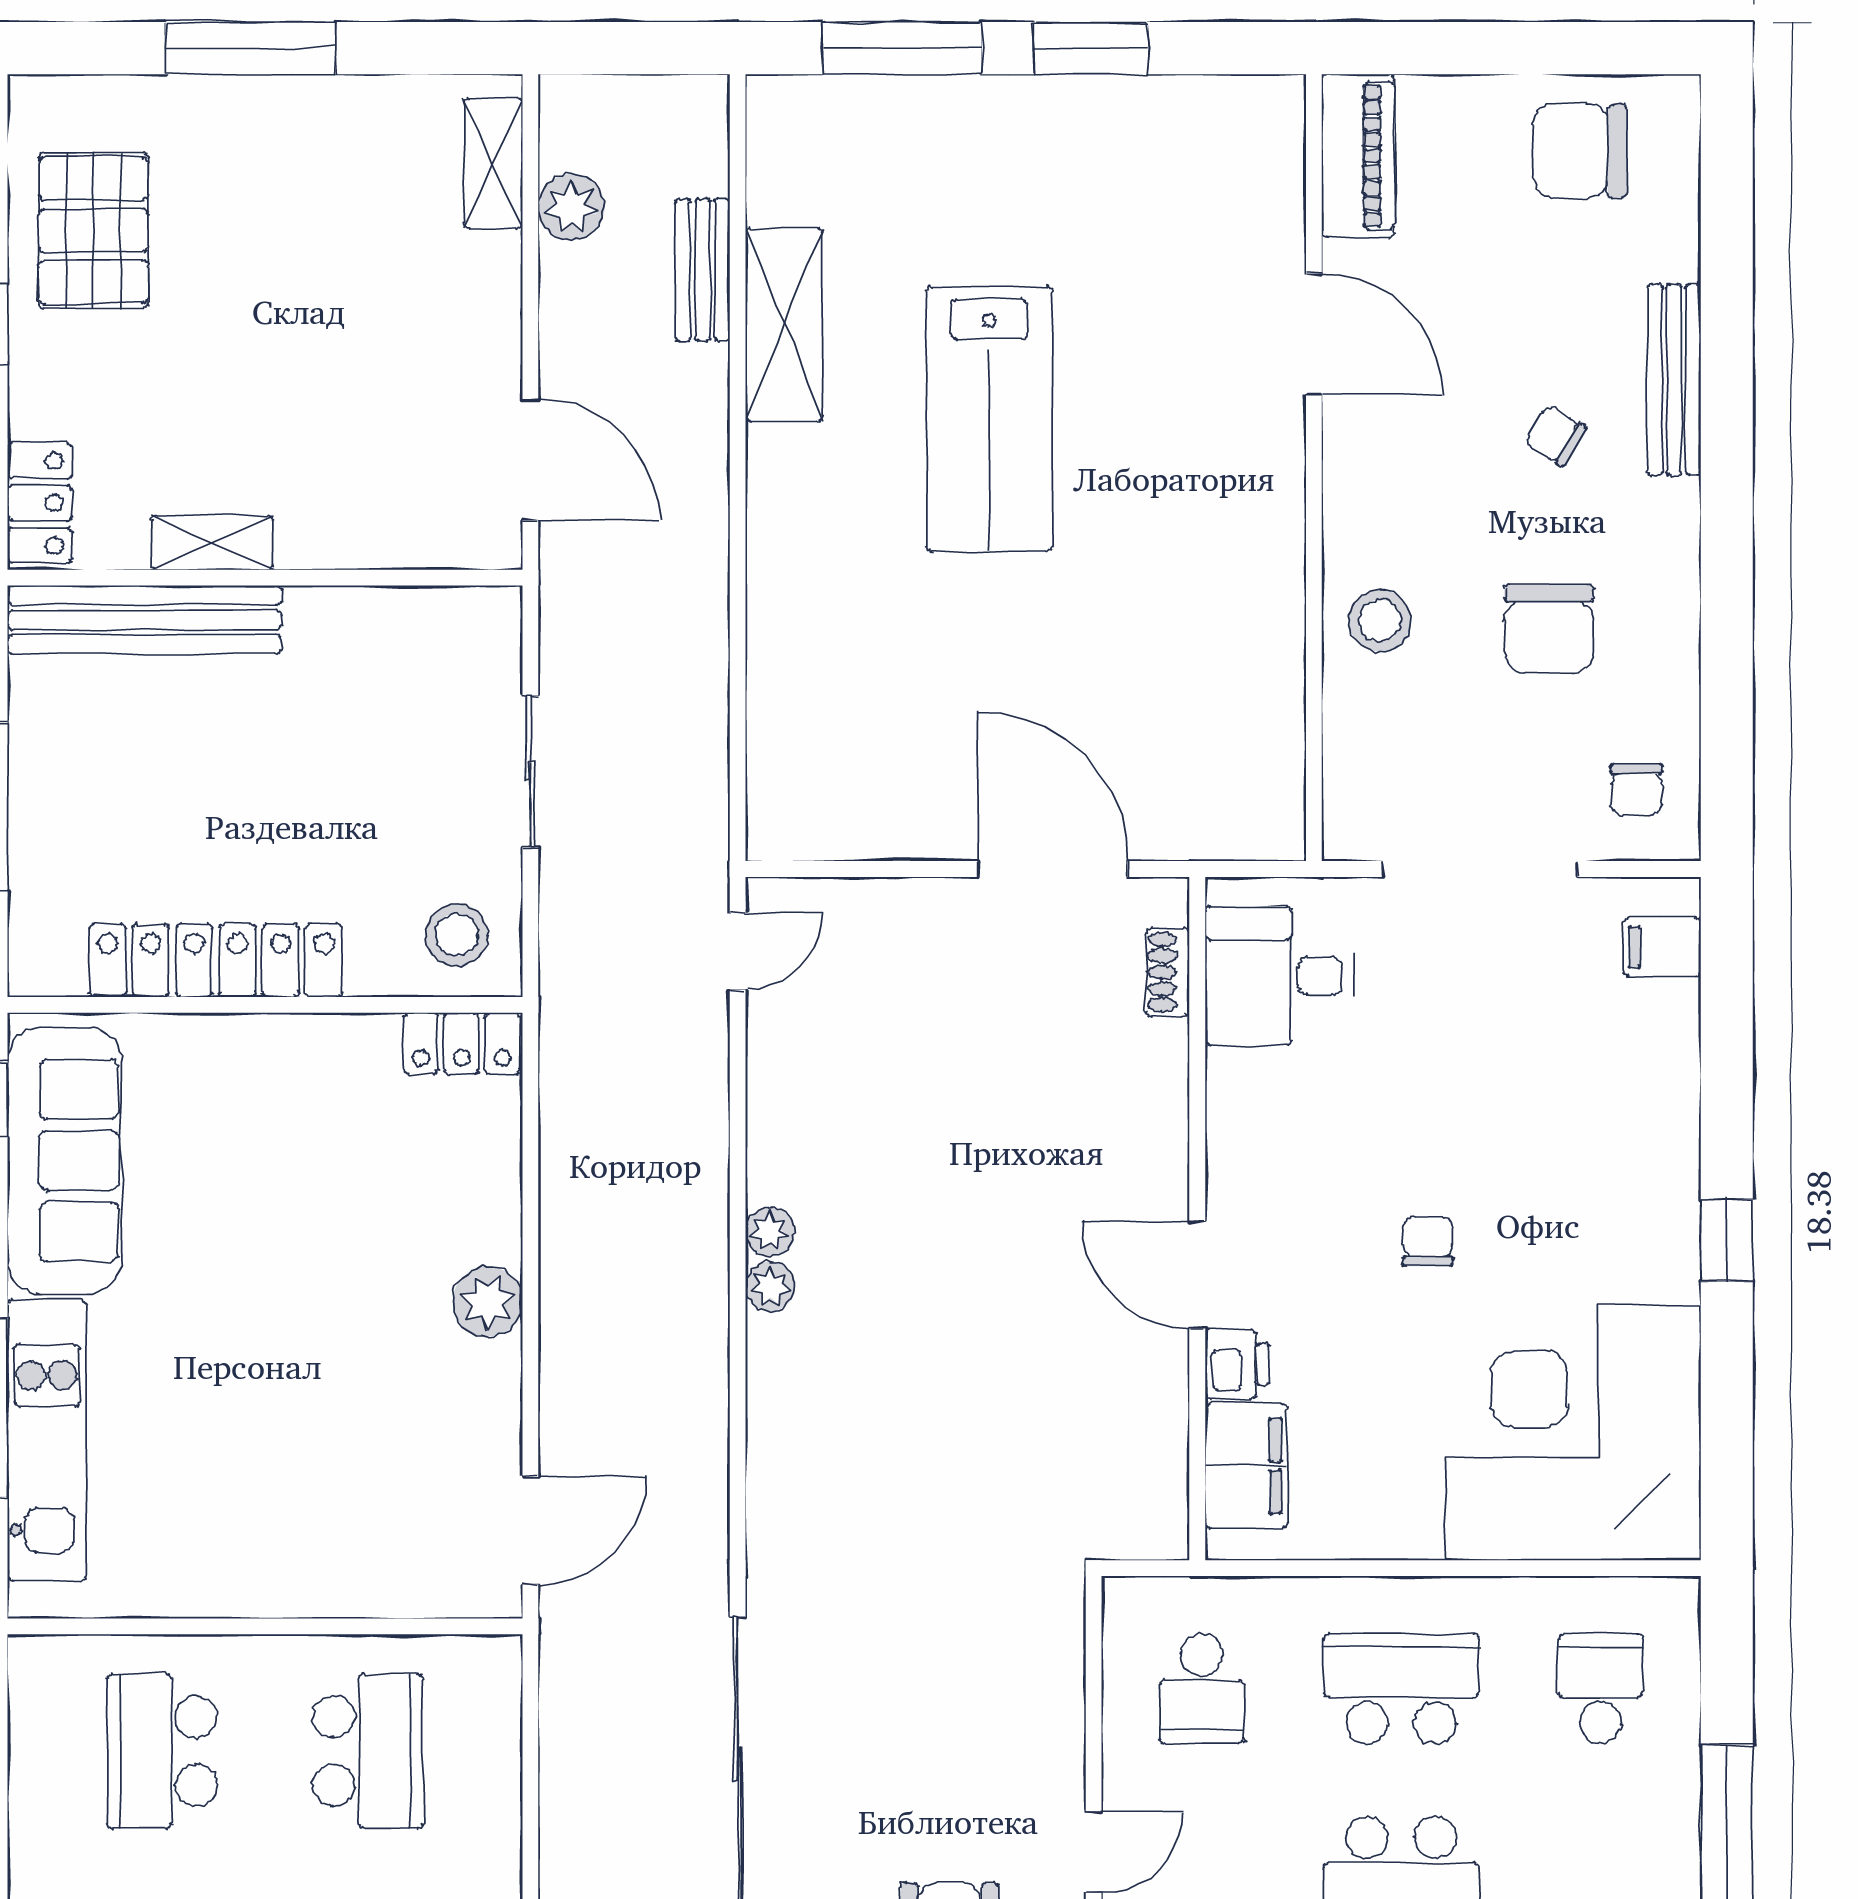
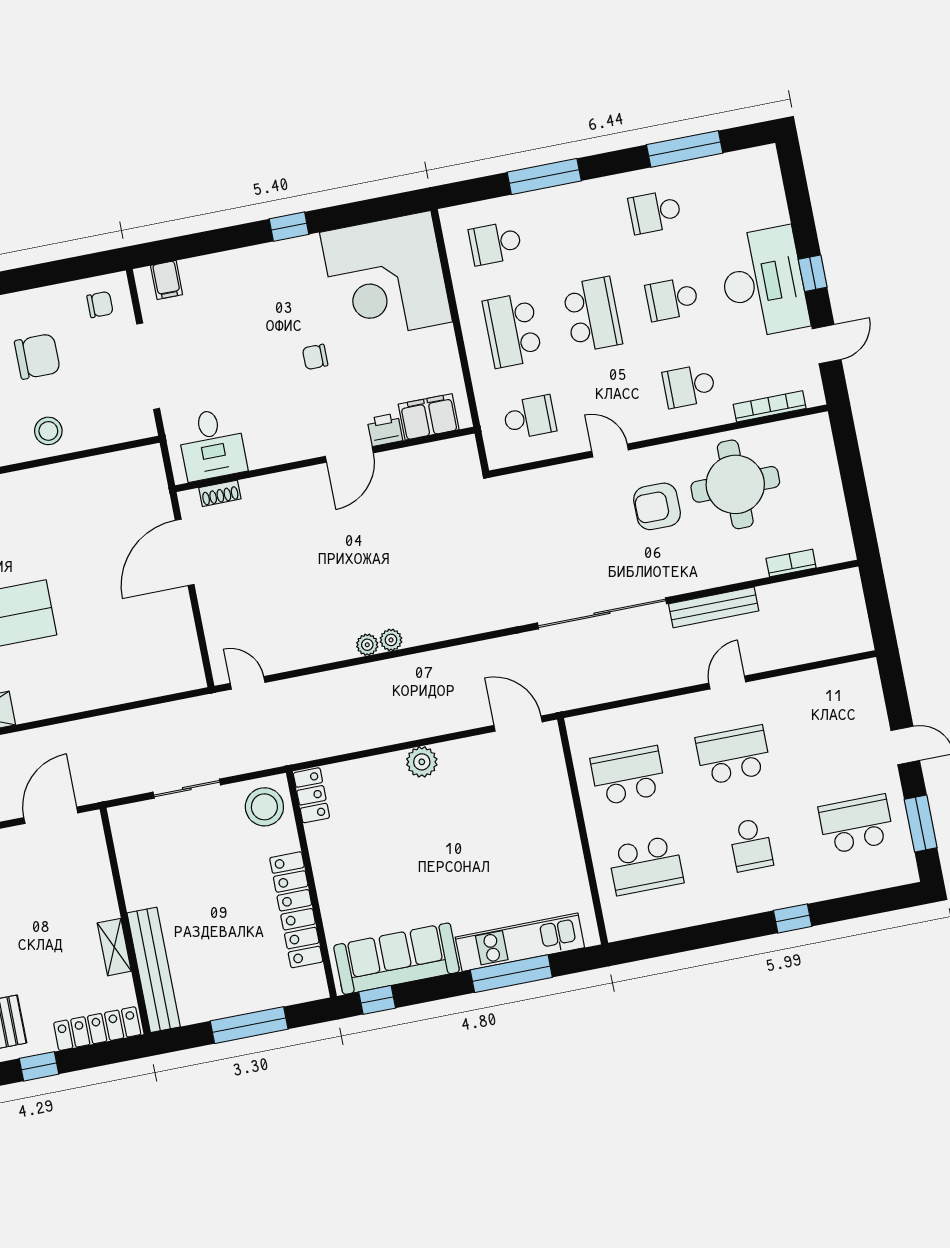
locker: (40, 503) -> (97, 1029), width x1.53
stool: (457, 935) -> (264, 807), width x1.38, depth x1.38

